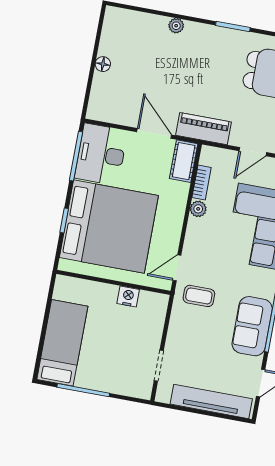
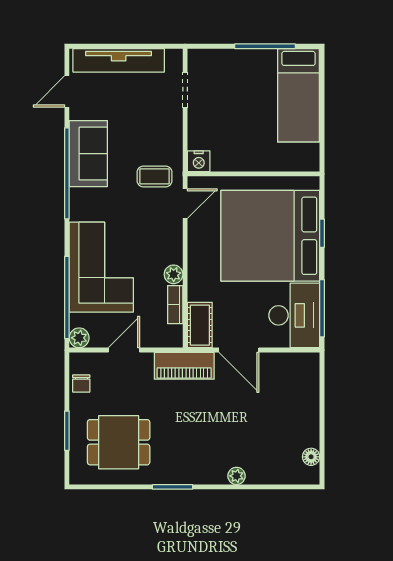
floor lamp: (103, 64) -> (311, 457), moved
nightstand: (128, 296) -> (199, 161), moved

